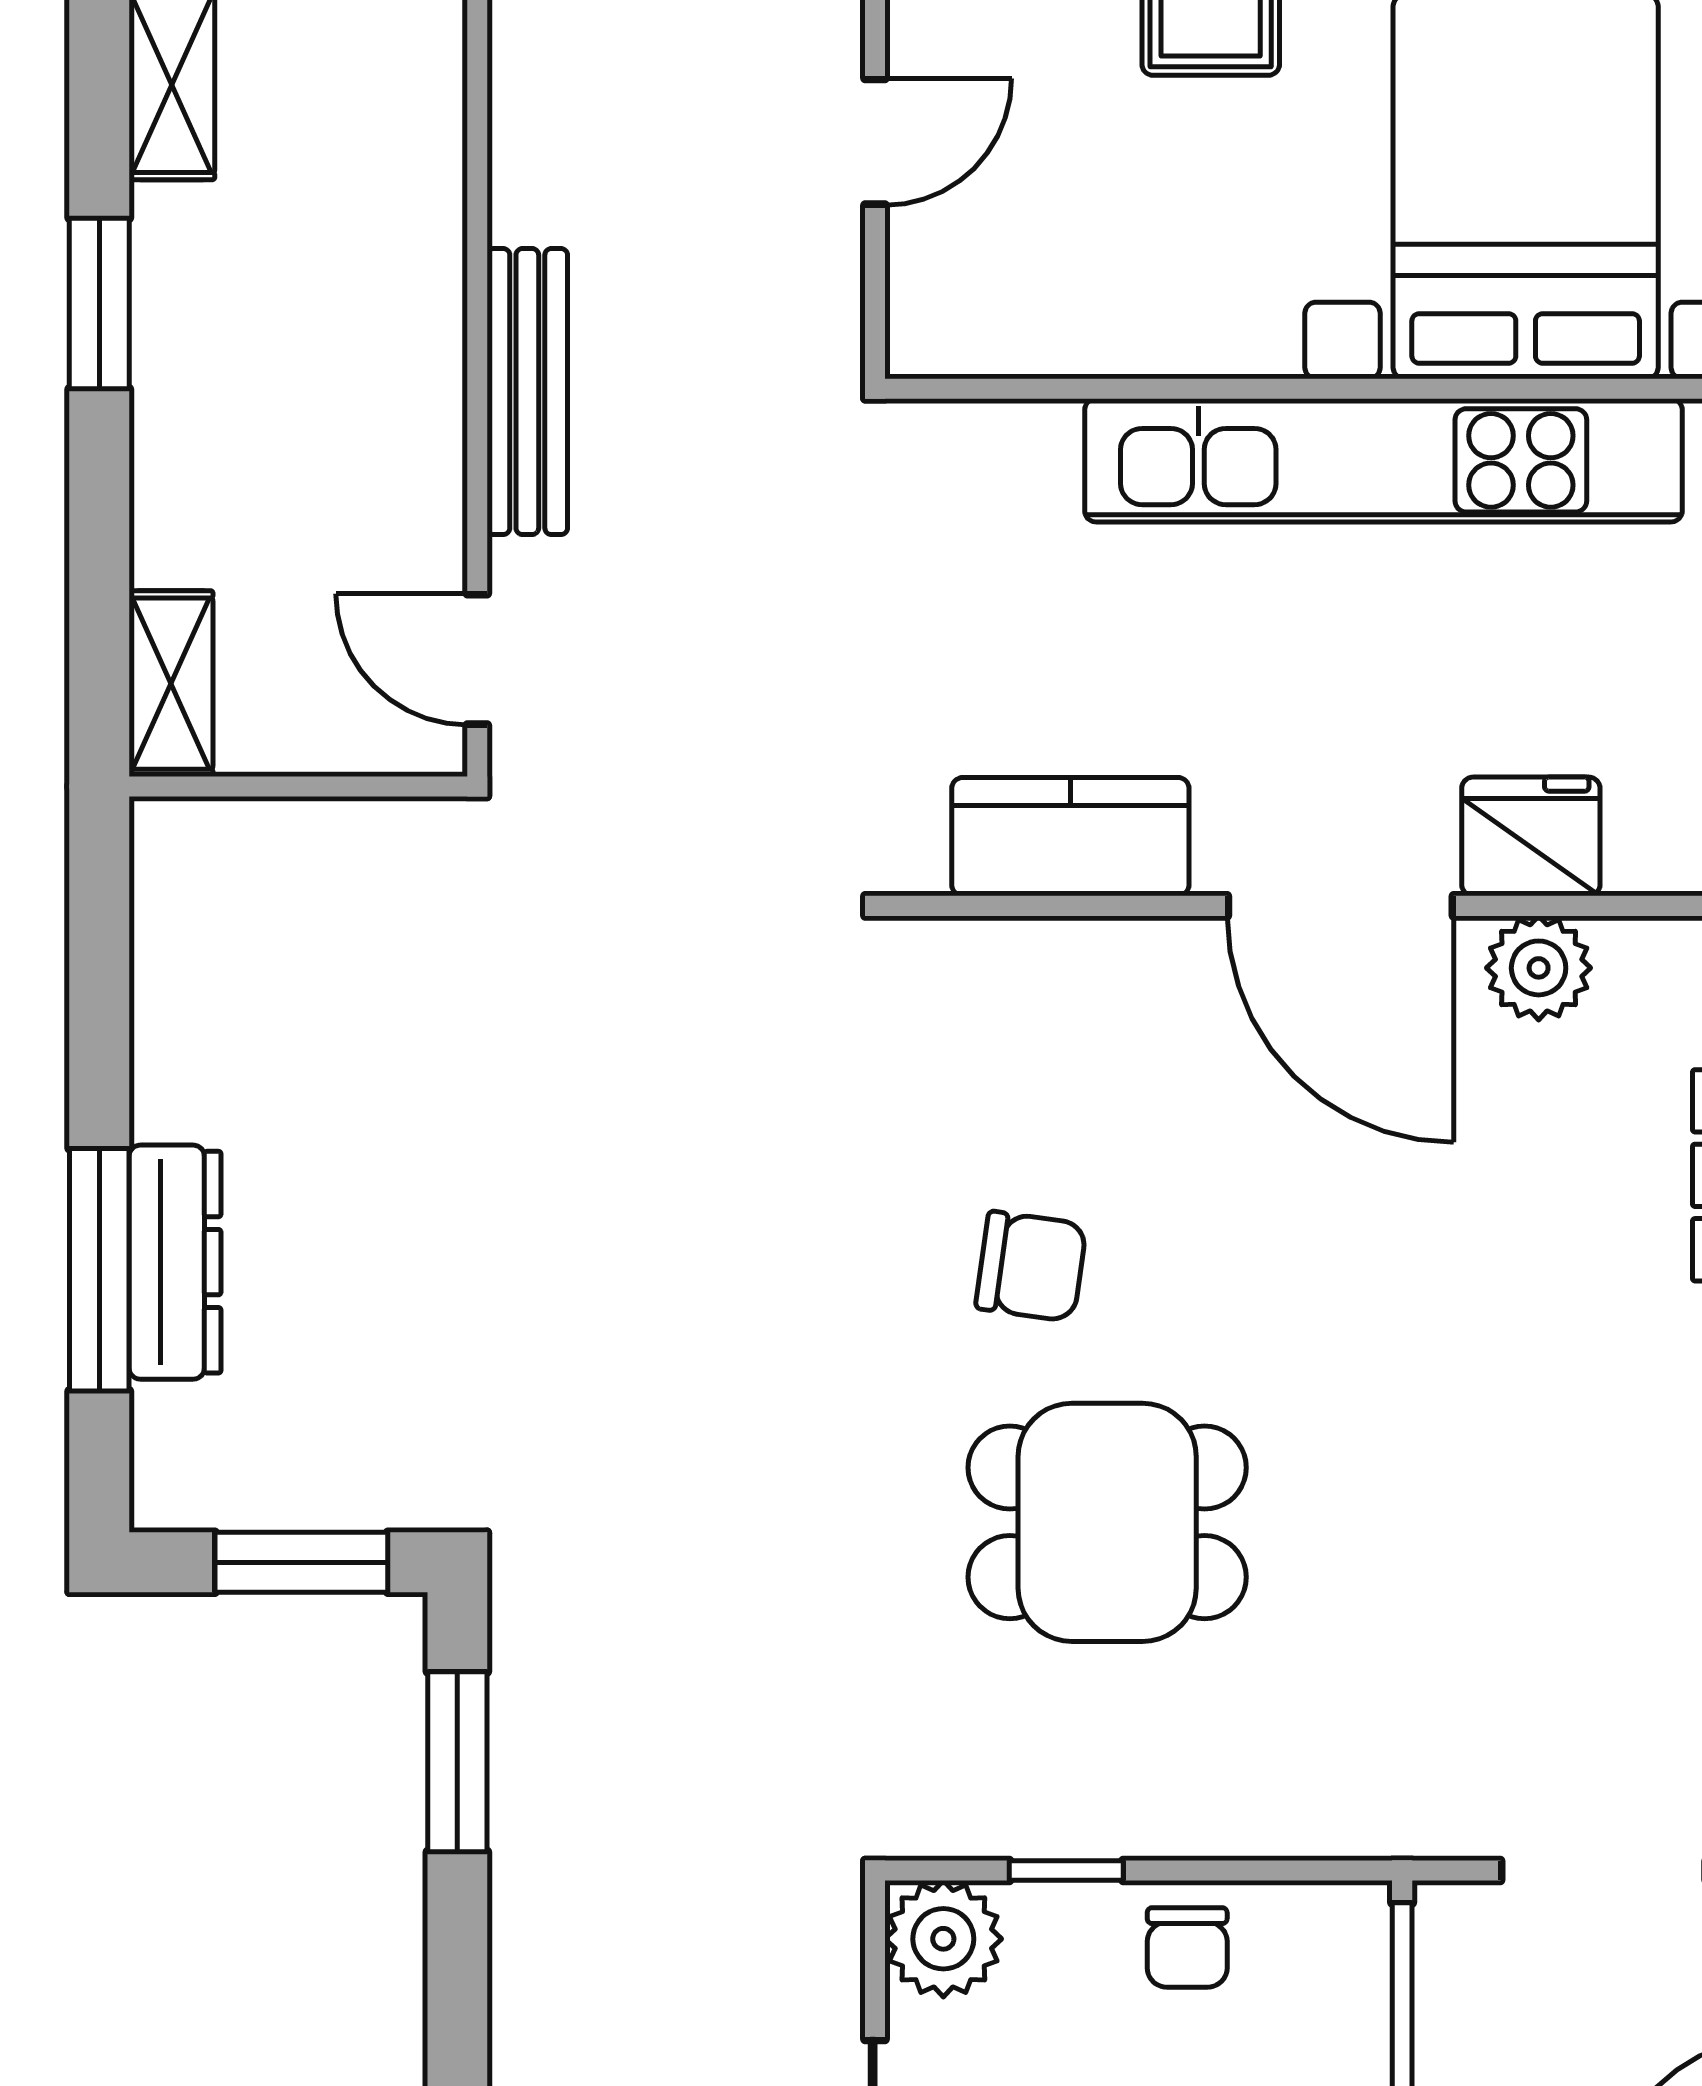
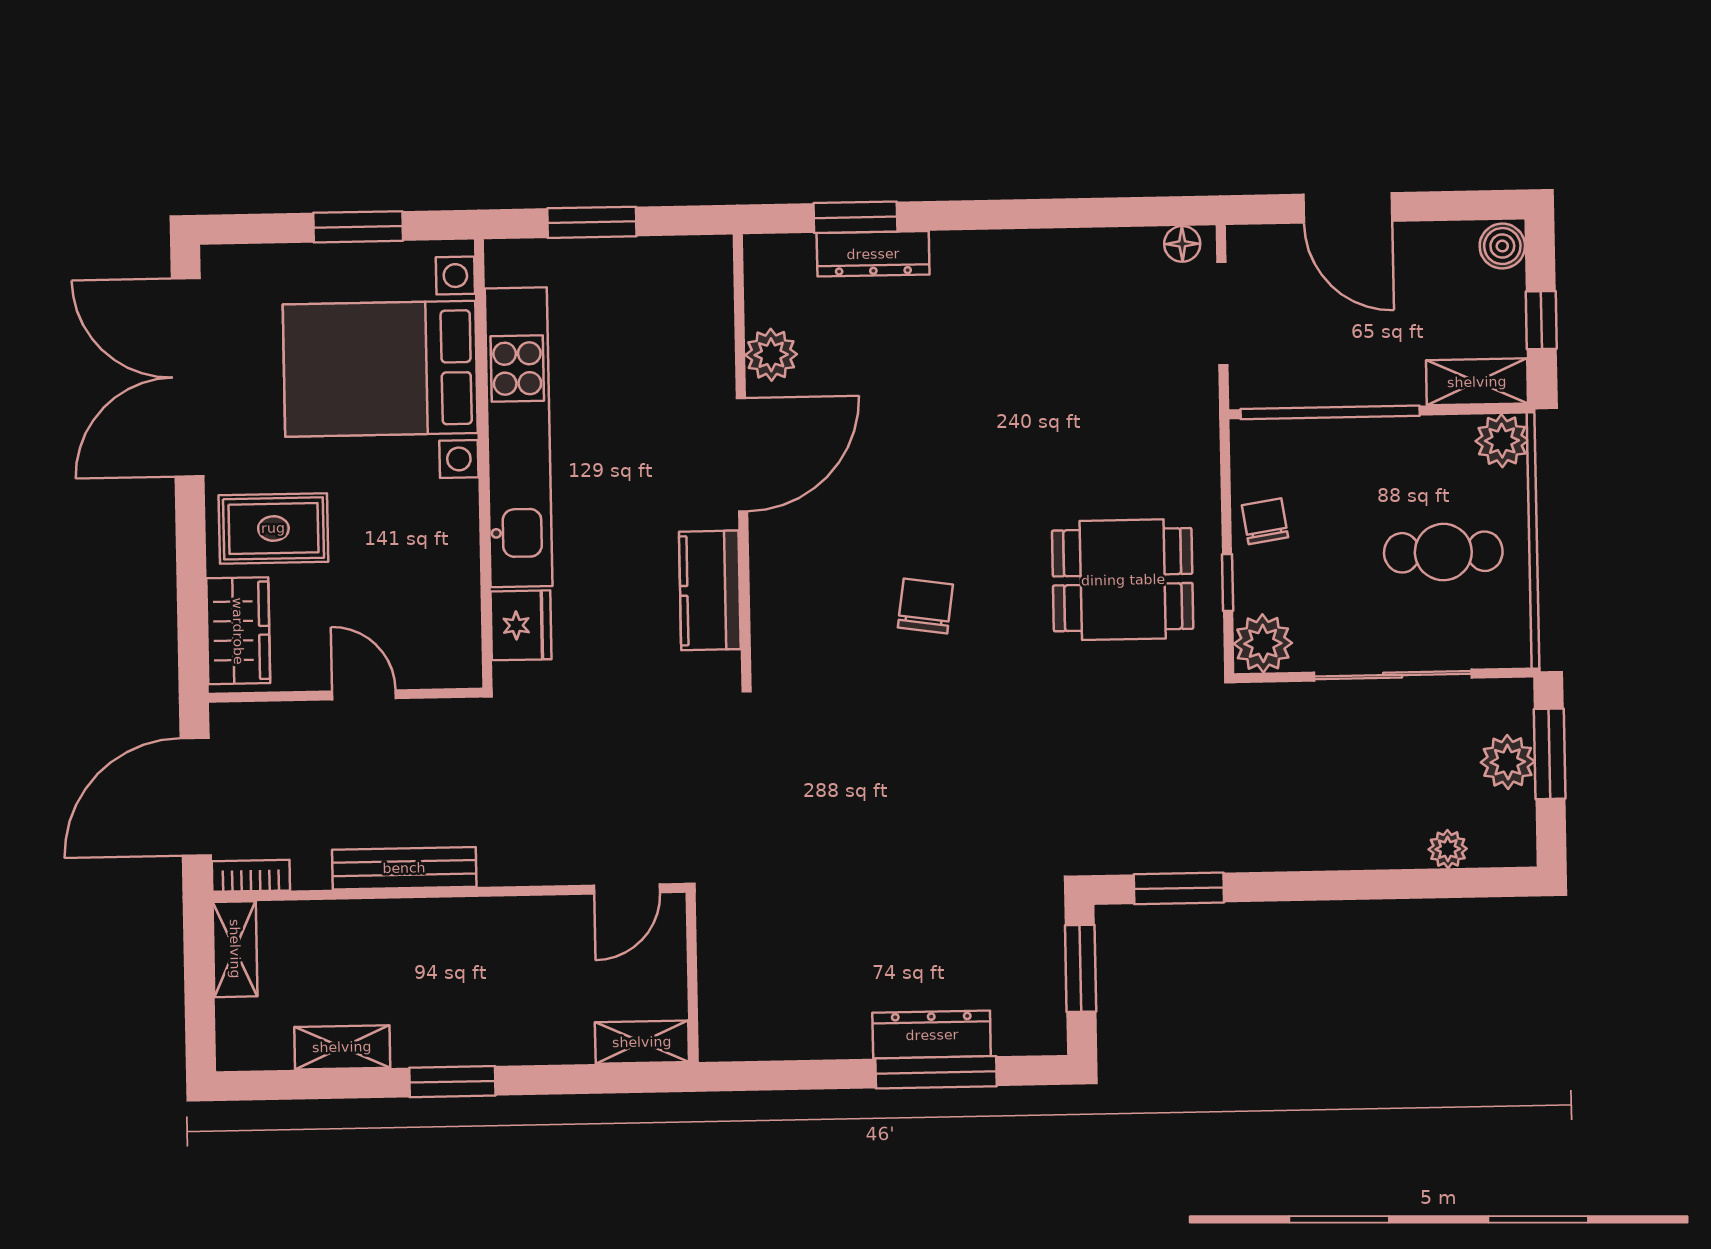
bench: (527, 392) -> (404, 868), moved
fridge: (1531, 836) -> (521, 625), moved, turned 180
dining table: (1107, 1522) -> (1123, 580), moved, turned 90
chair: (1187, 1948) -> (1265, 521), turned -99

